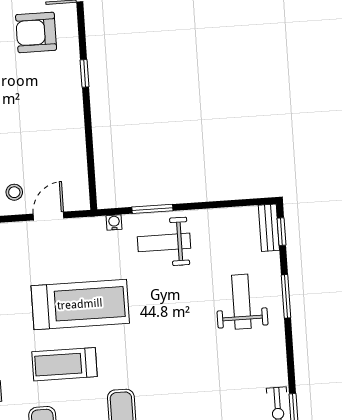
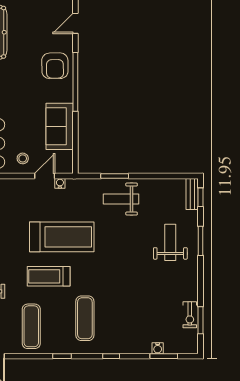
armchair: (36, 32) -> (55, 66), moved, turned -91
window: (85, 73) -> (75, 82), width x3.17
sofa: (66, 141) -> (60, 126), added
water cooler: (114, 222) -> (60, 183), moved

